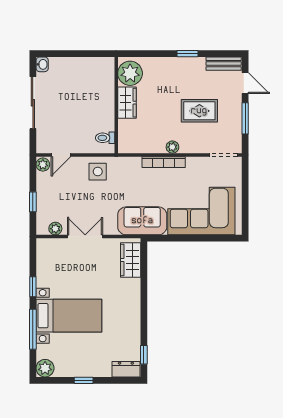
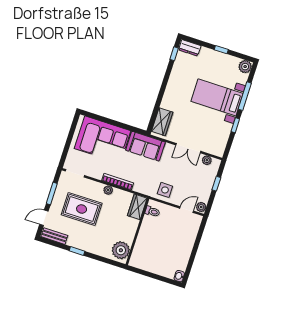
door: (245, 83) -> (44, 218), hinge flipped
sliding door: (33, 103) -> (194, 252), removed
wardrobe: (127, 103) -> (137, 207), moved
rug: (199, 111) -> (82, 209), width x1.36, depth x1.43

